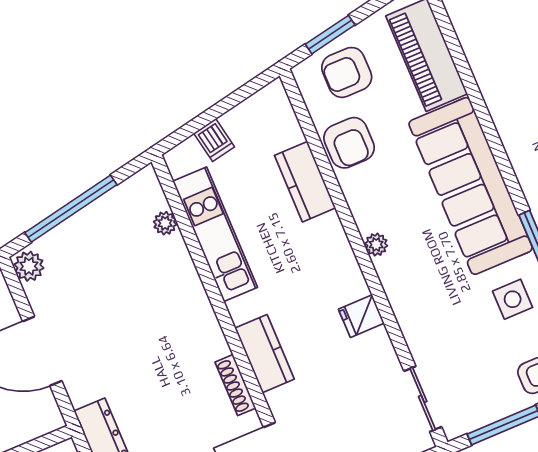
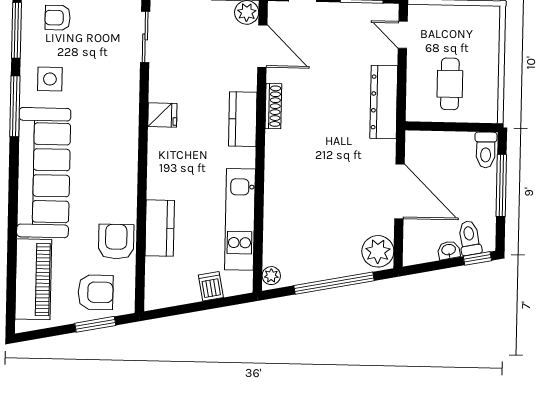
plant: (165, 223) -> (271, 276), moved
plant: (376, 245) -> (129, 161), removed
plant: (29, 266) -> (378, 251), width x1.36, depth x1.36

